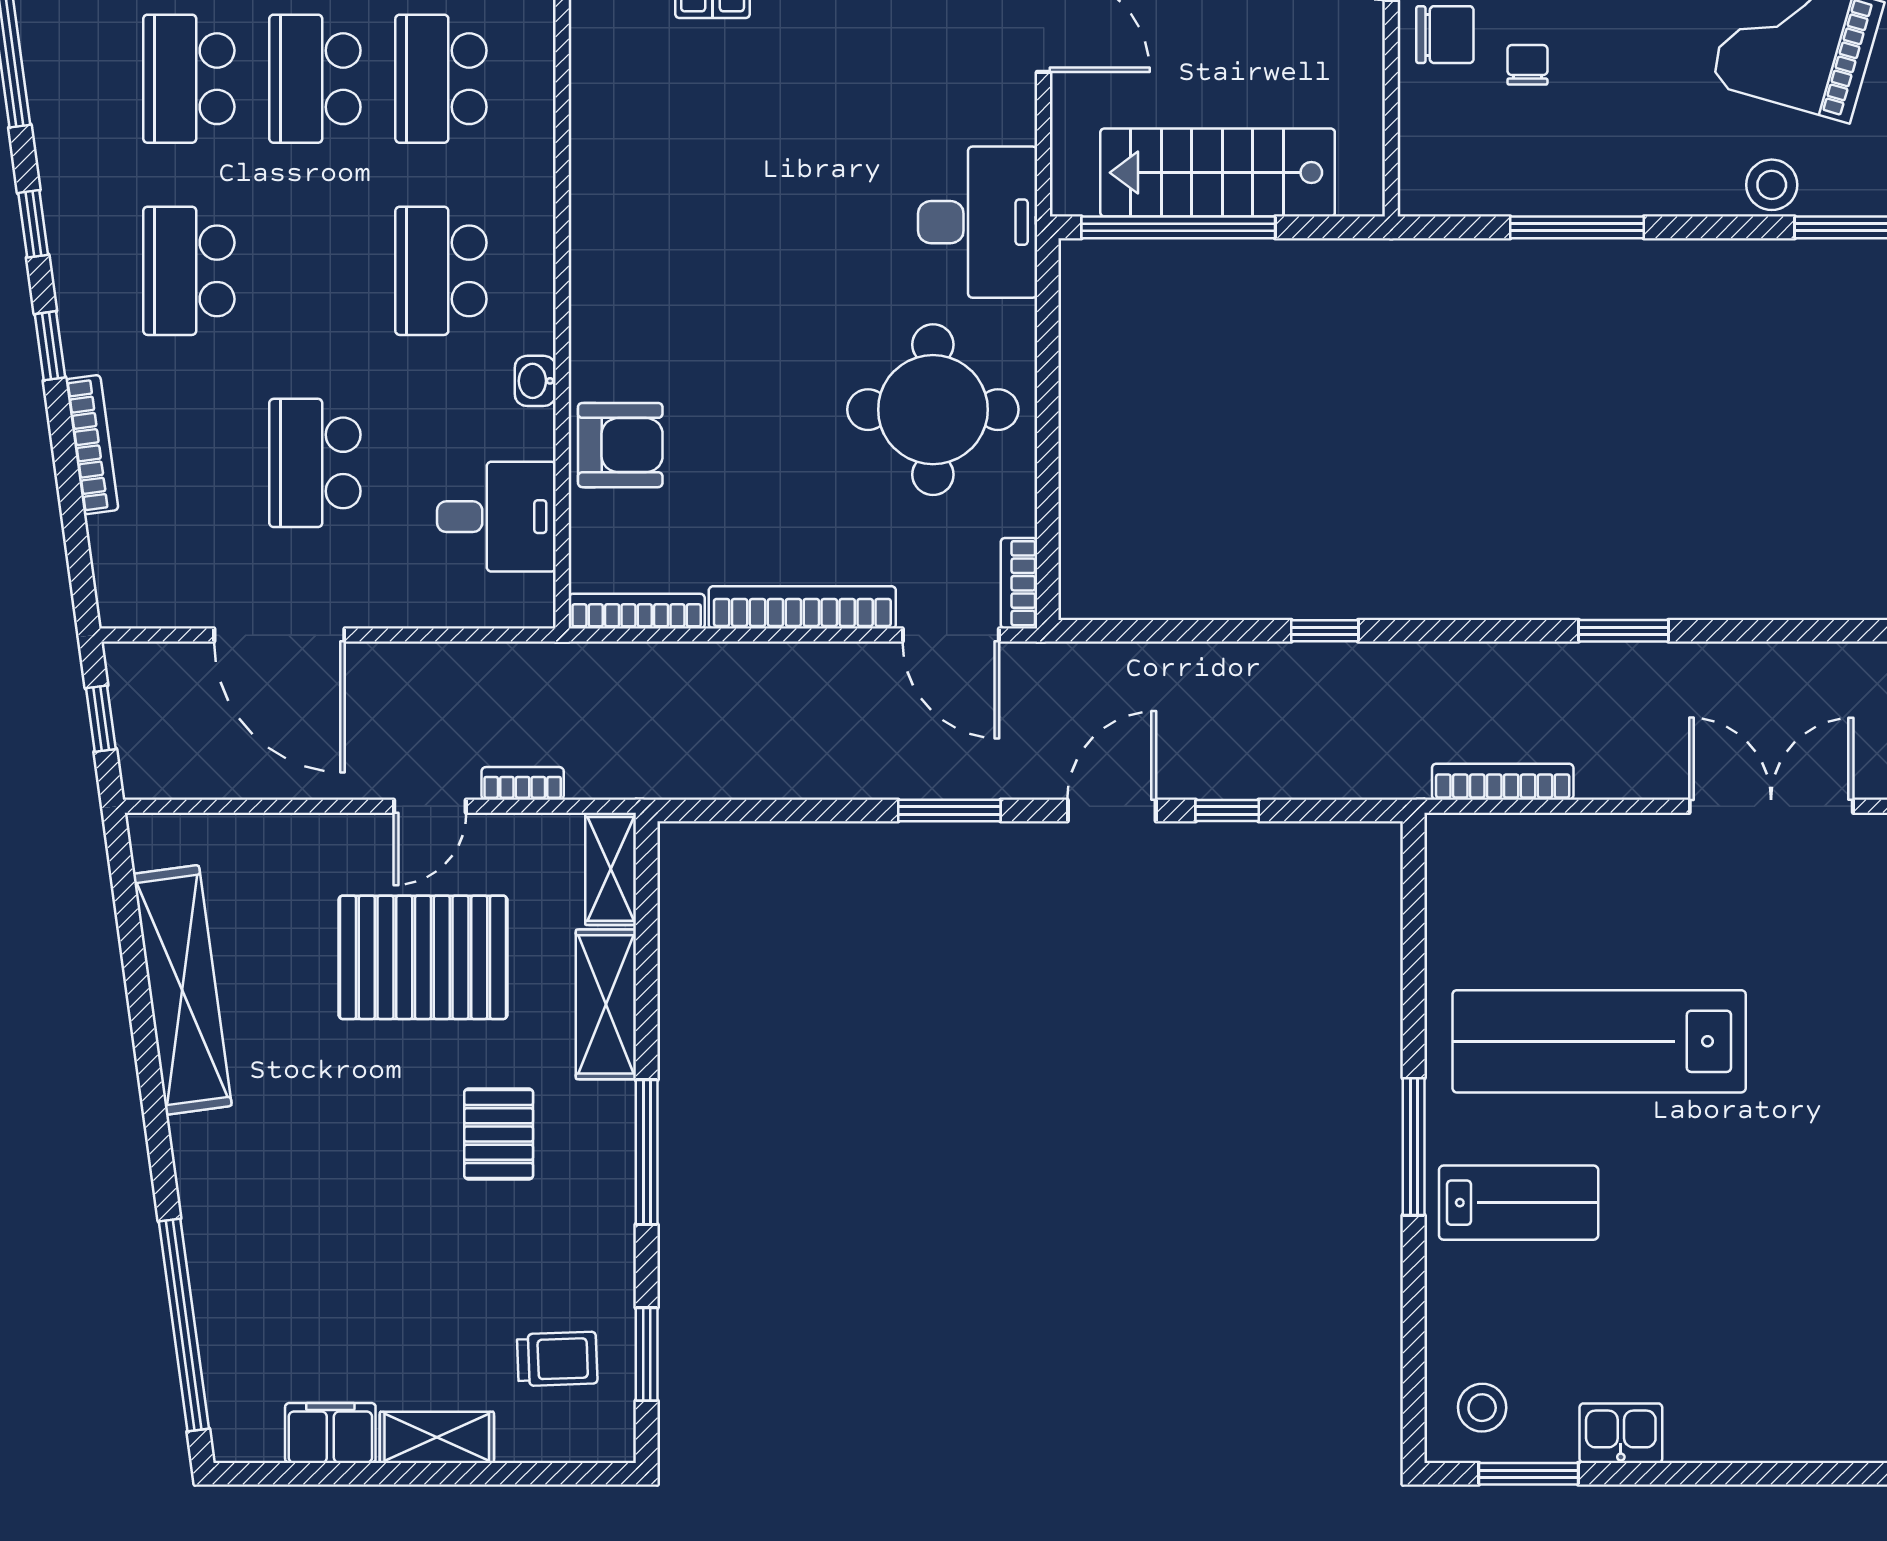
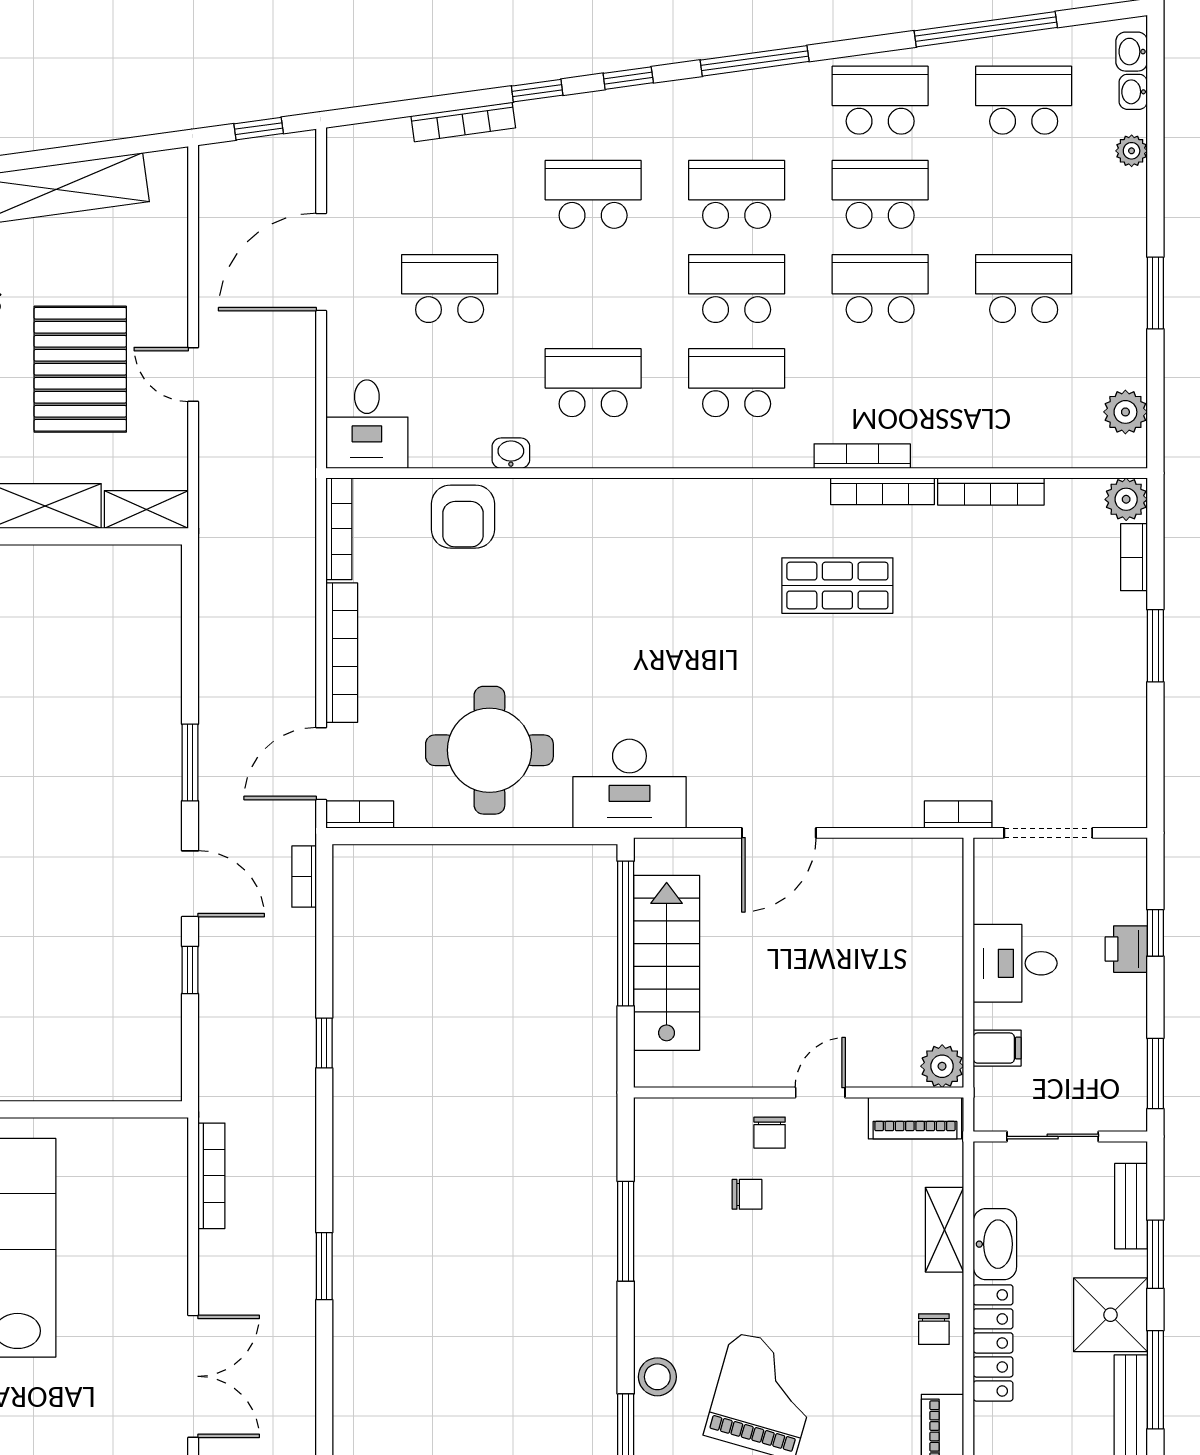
chair: (1445, 35) -> (770, 1133), width x0.73, depth x0.73
desk: (496, 517) -> (367, 424), moved
bookcase: (523, 783) -> (304, 877), moved, turned 180

